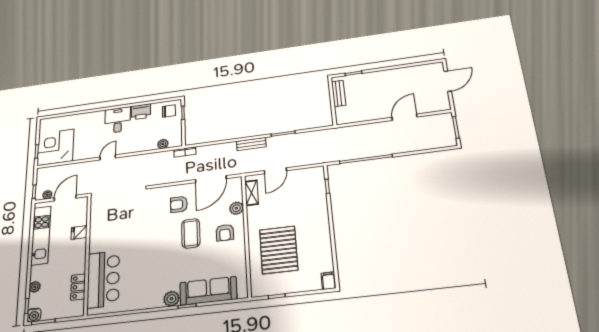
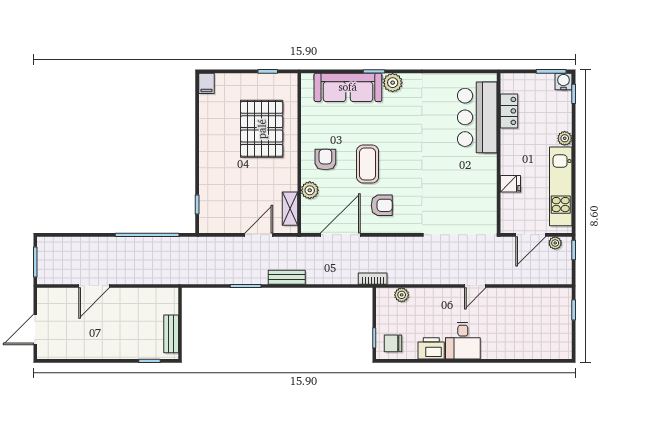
corner desk: (56, 147) -> (547, 312), removed
plant: (35, 287) -> (565, 138), moved

